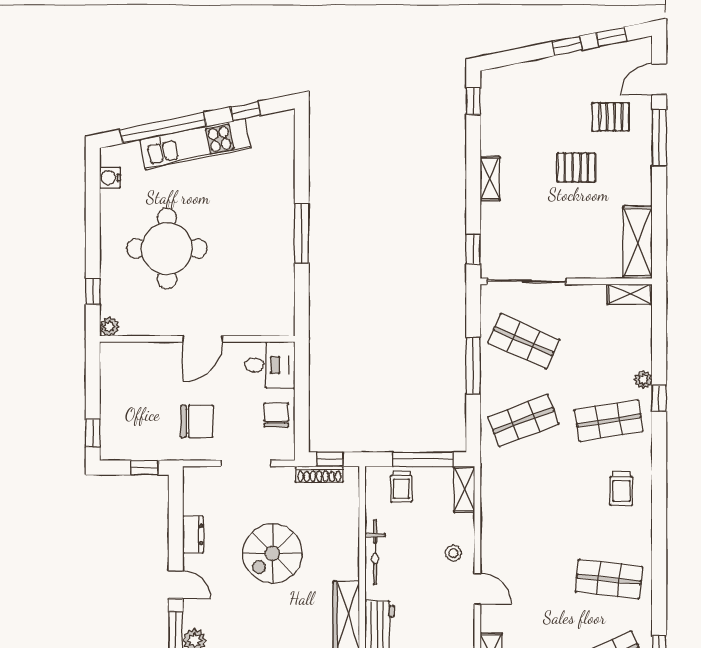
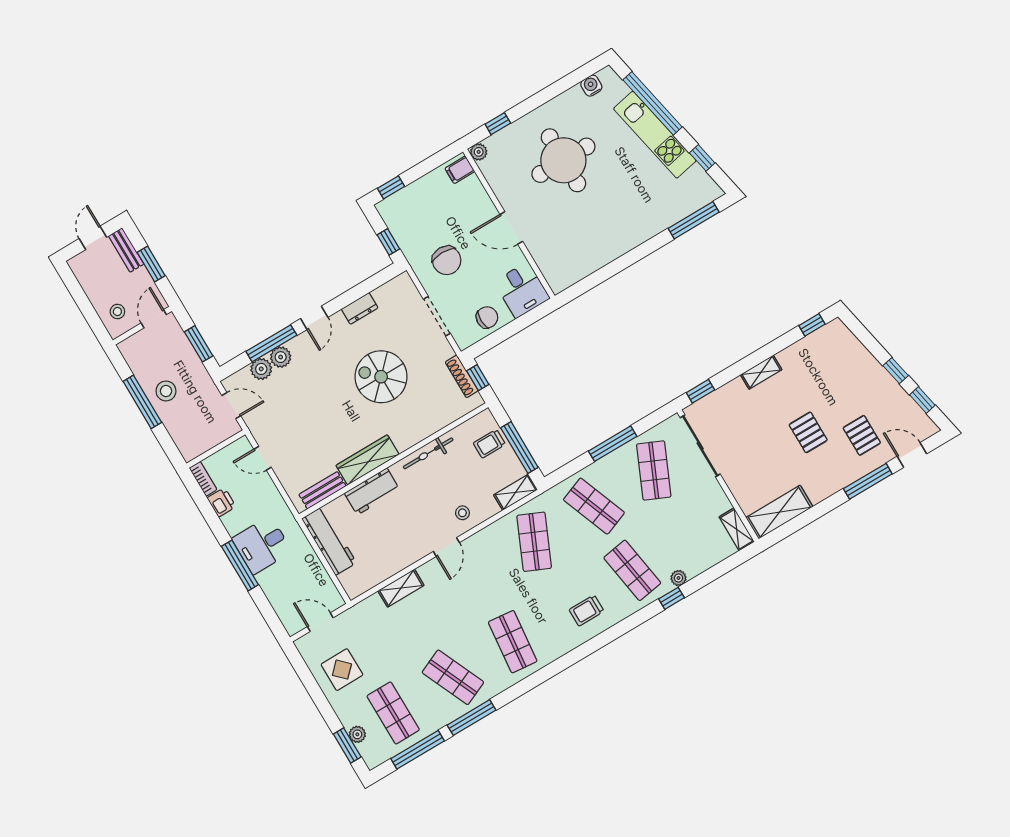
window: (302, 233) -> (694, 220), moved
filing cabinet: (116, 356) -> (460, 170), added
shop shelf: (523, 500) -> (534, 542), added

